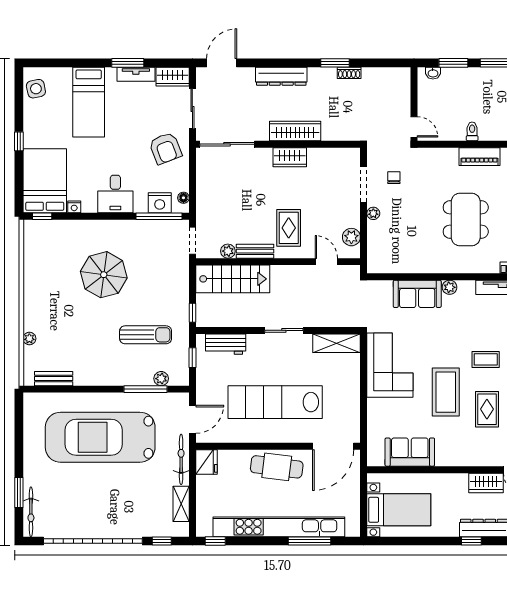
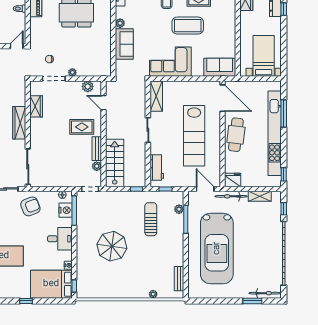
wardrobe: (290, 157) -> (36, 106), moved
door: (326, 262) -> (104, 103), hinge flipped
sofa: (410, 452) -> (220, 67), moved, turned 90

